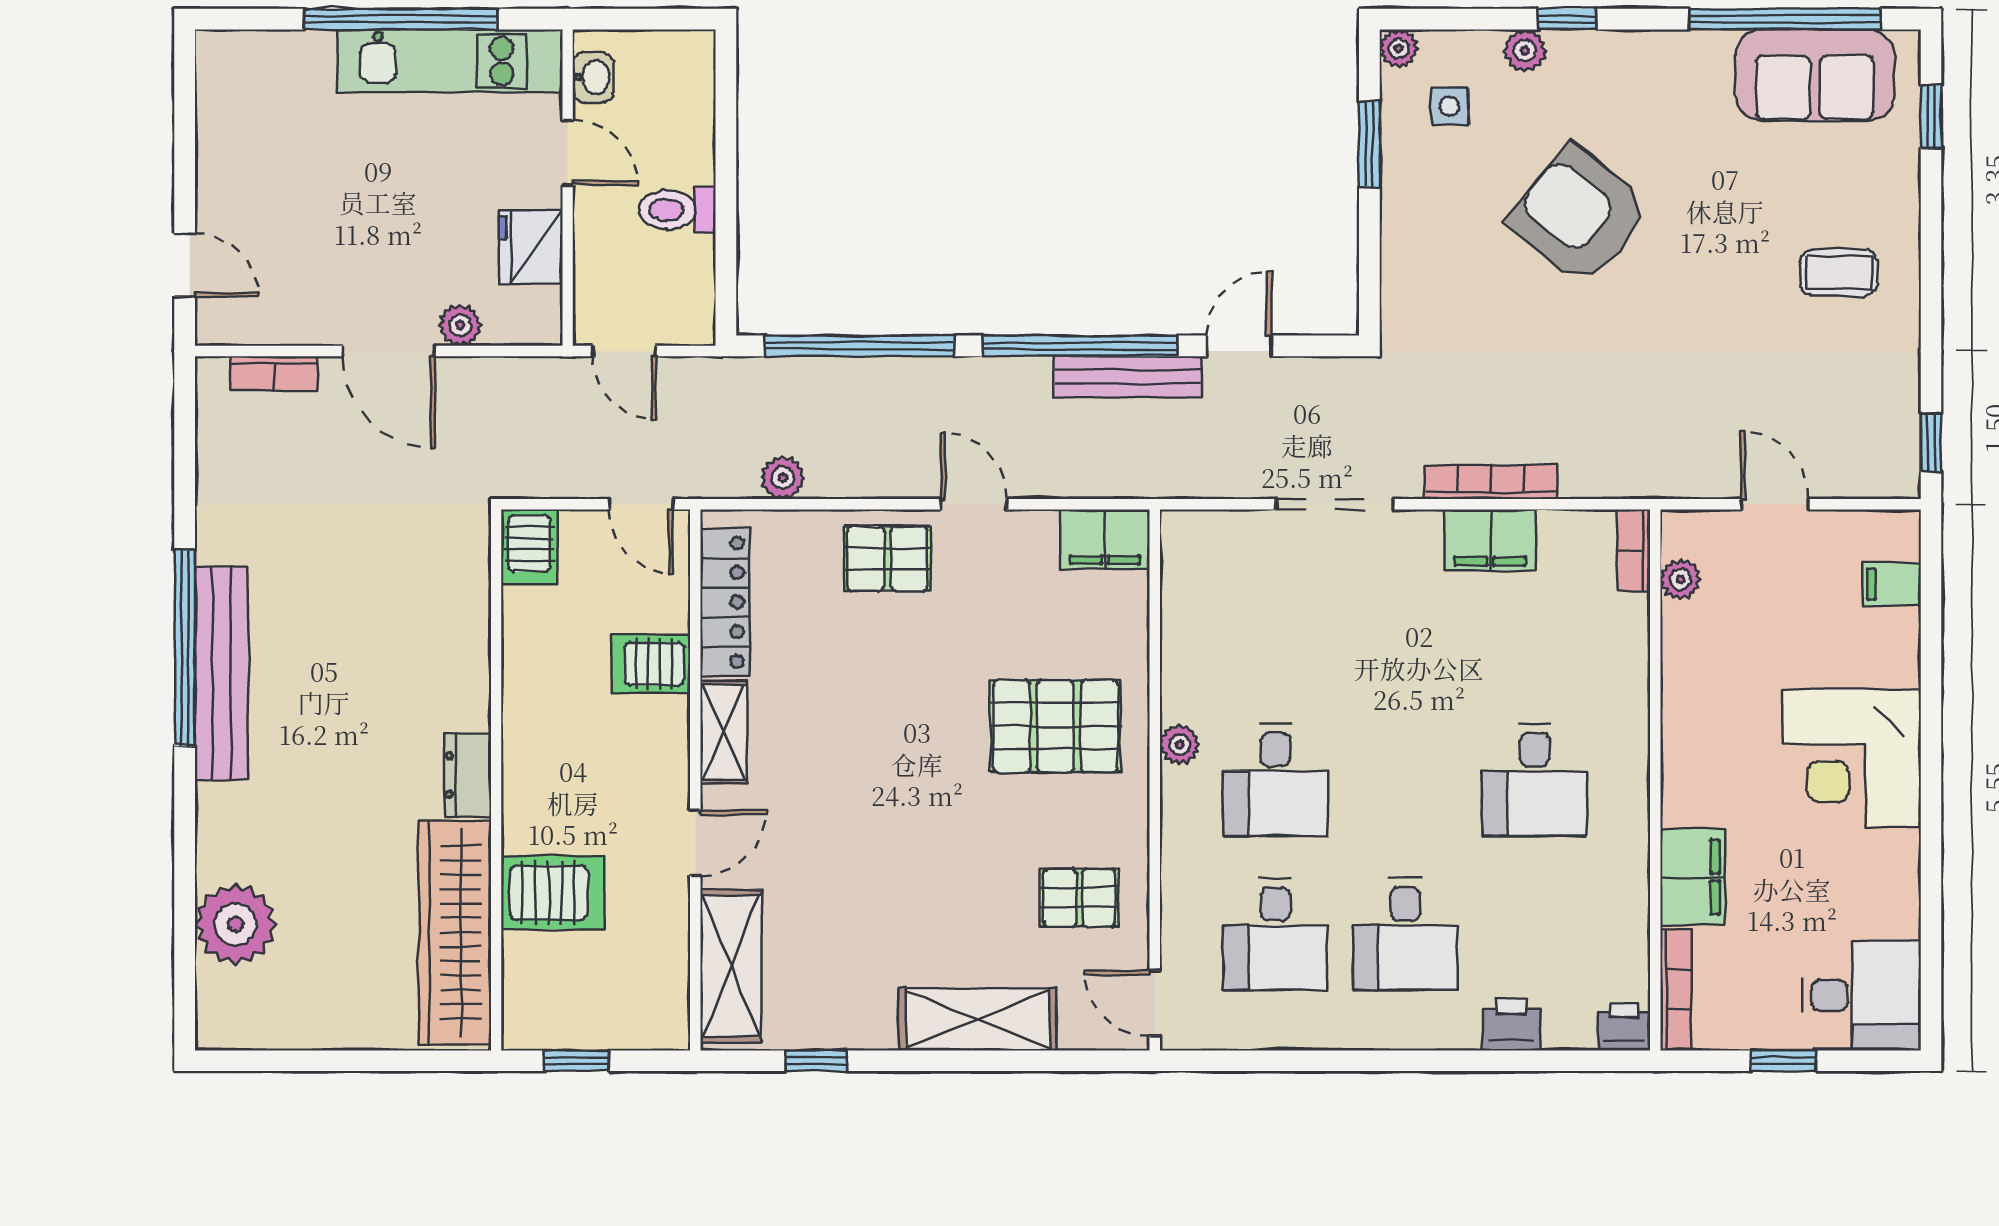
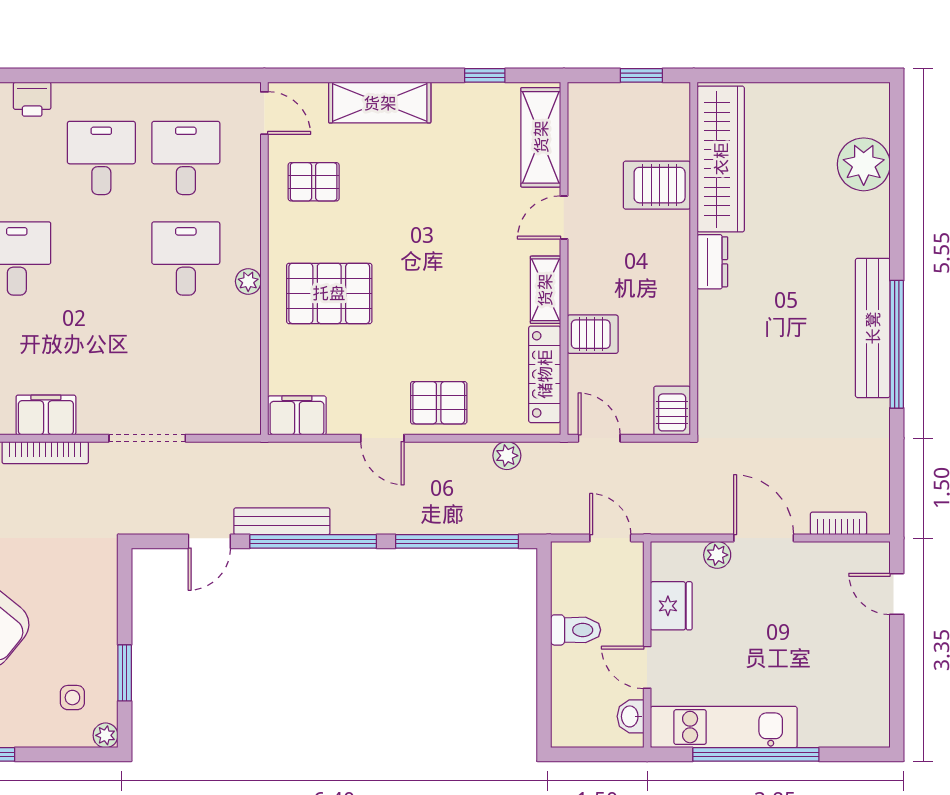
plant: (1525, 50) -> (23, 734), removed

